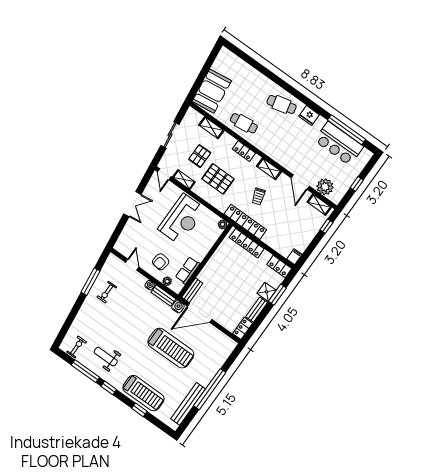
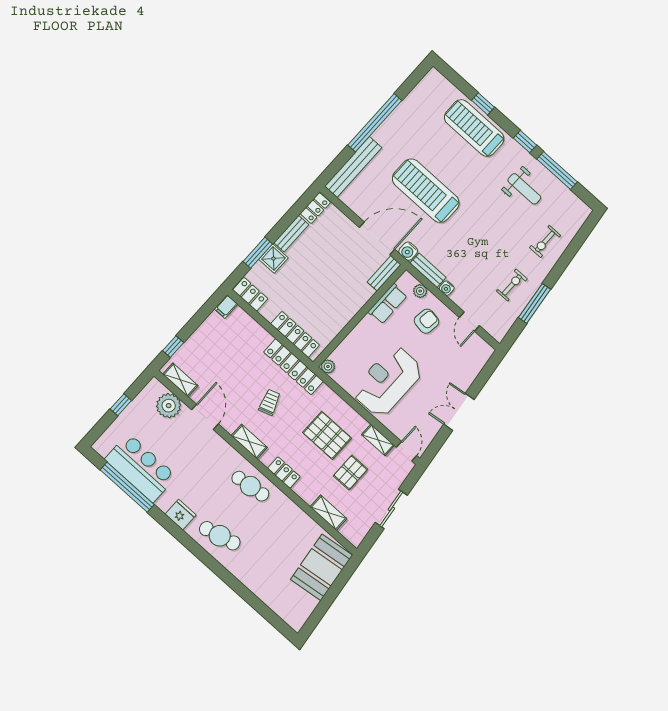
cafe table: (244, 123) -> (250, 486), moved
exercise bike: (77, 347) -> (545, 241), moved
bench: (188, 404) -> (353, 167), moved

